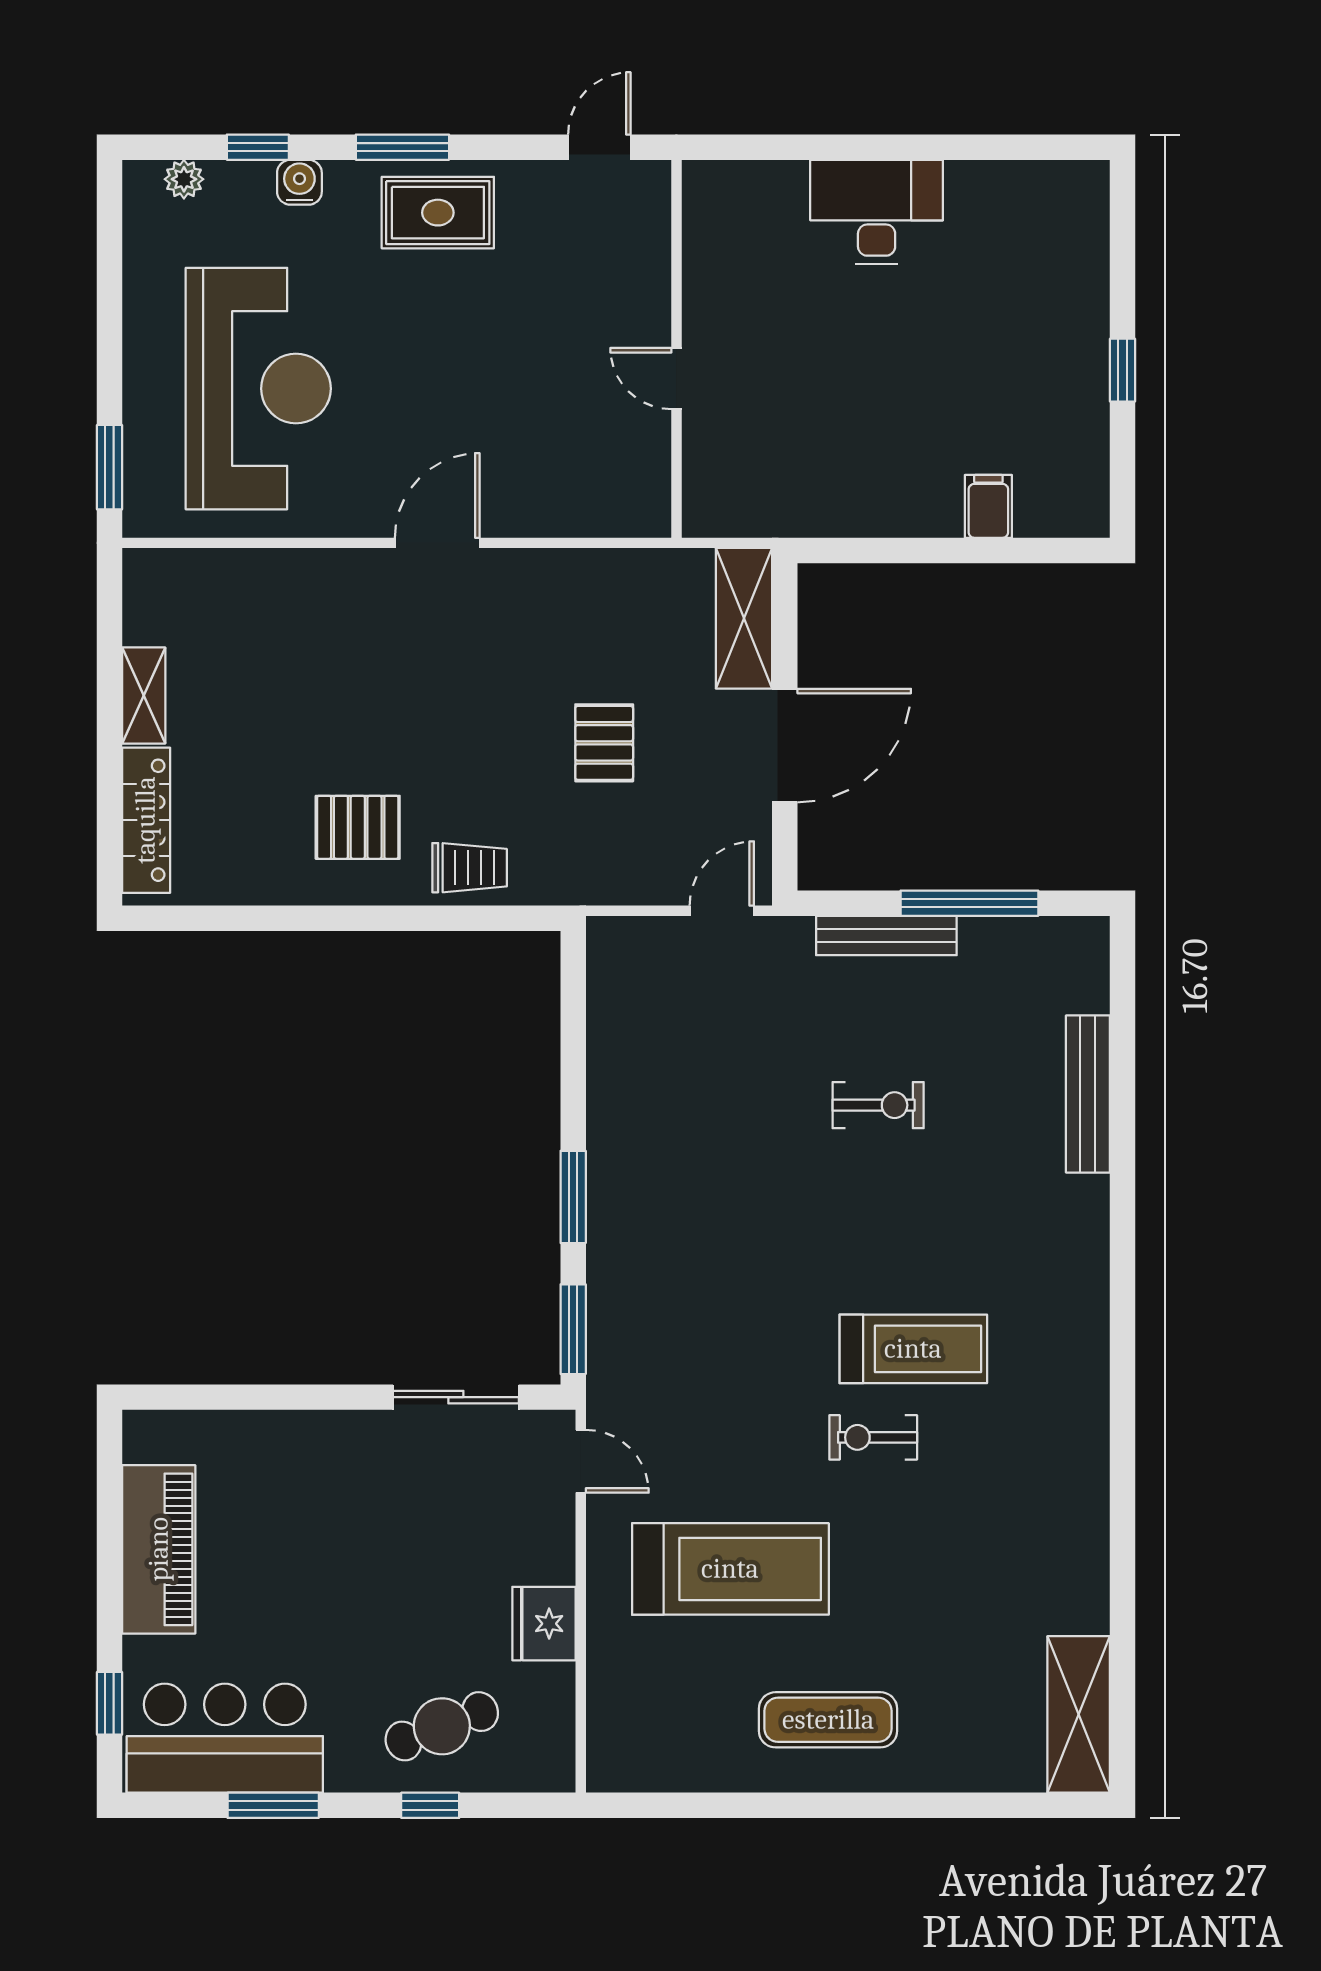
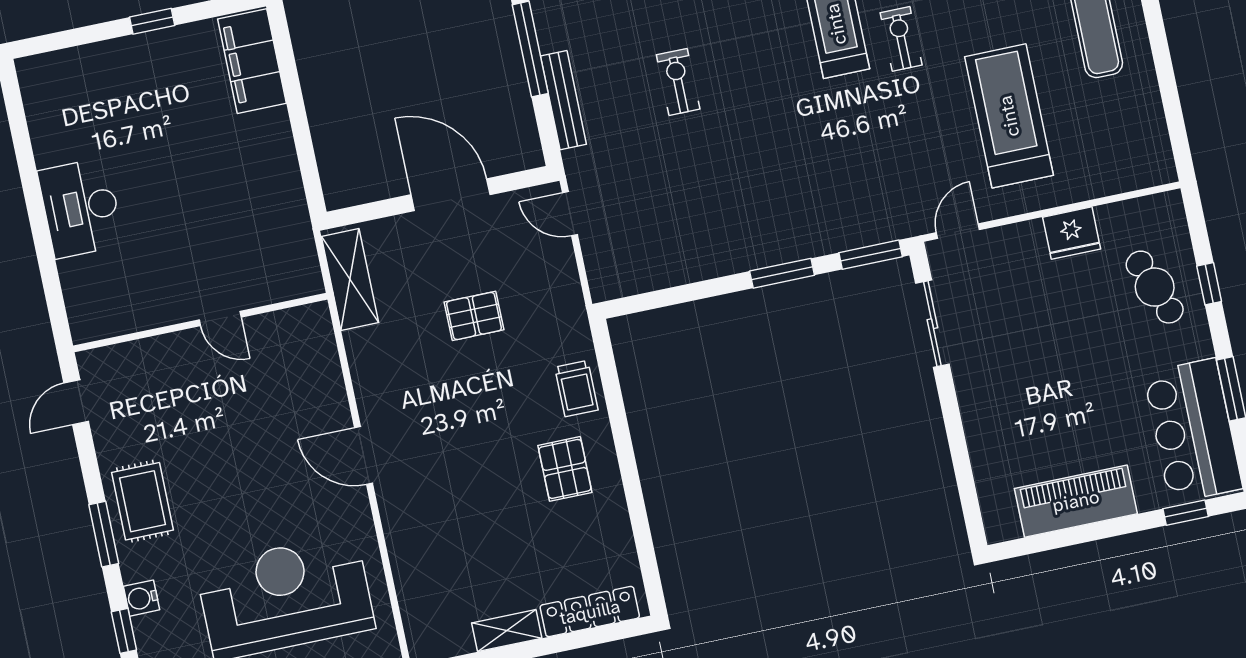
door: (599, 147) -> (76, 402), hinge flipped
door: (676, 379) -> (220, 318), hinge flipped
filing cabinet: (988, 506) -> (252, 61), width x3.00, depth x1.17
shelving: (744, 618) -> (350, 280), moved, turned 90
trolley: (470, 868) -> (576, 389), turned 180
exercise bike: (873, 1437) -> (901, 39), turned 180

